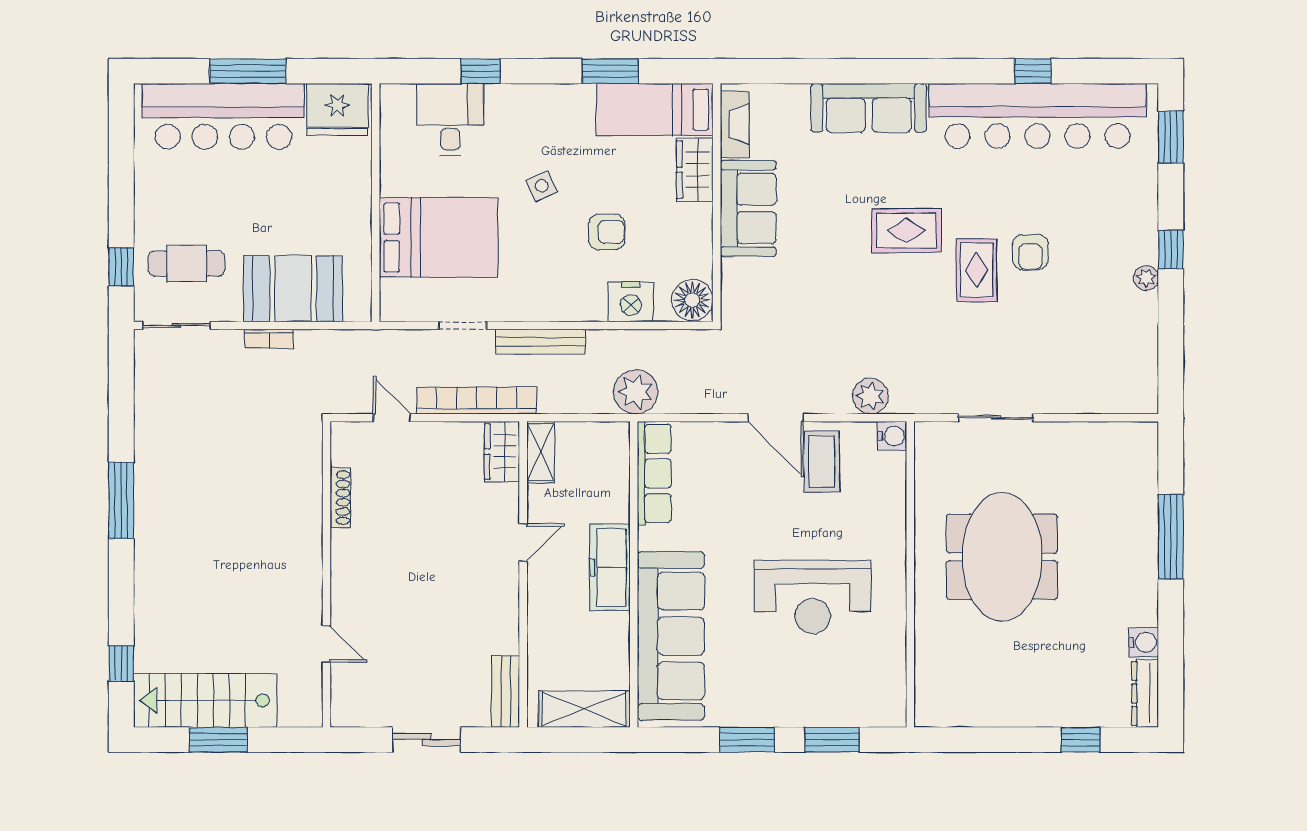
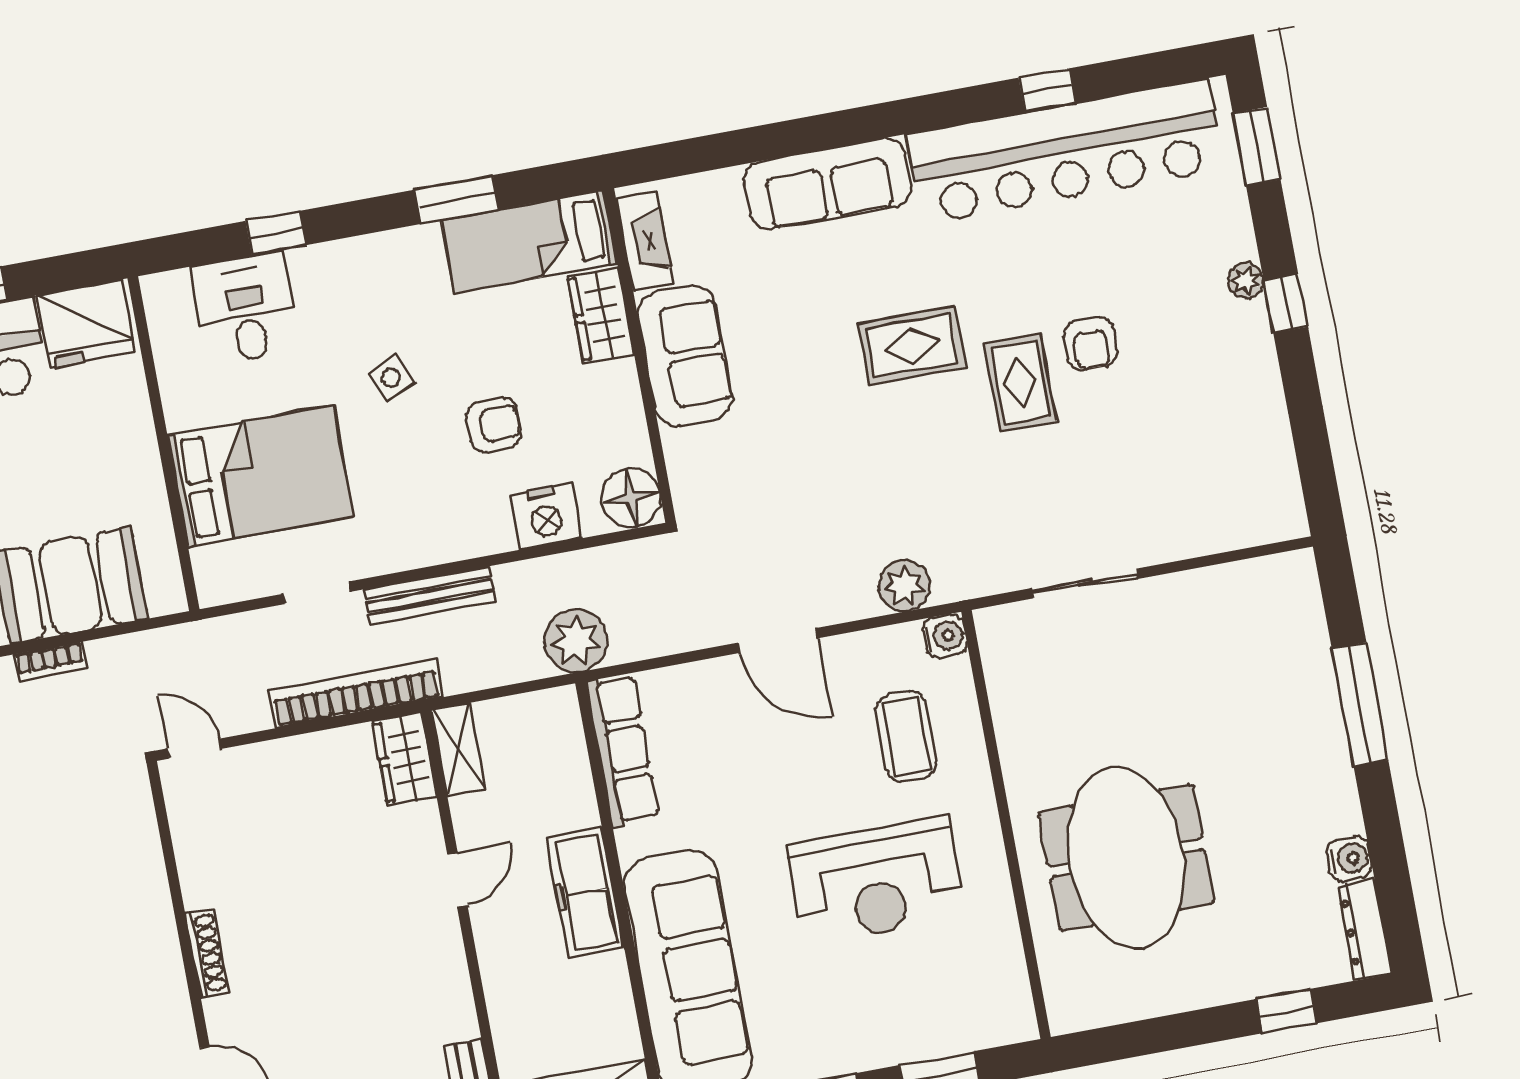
plant: (1146, 278) -> (1246, 281), moved
door: (392, 418) -> (194, 749), moved
coffee table: (822, 462) -> (906, 736), moved
shoe rack: (340, 498) -> (207, 953), moved
meeting table: (1002, 557) -> (1126, 858), moved

